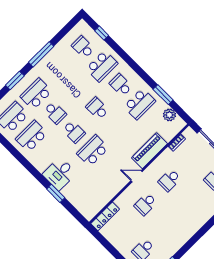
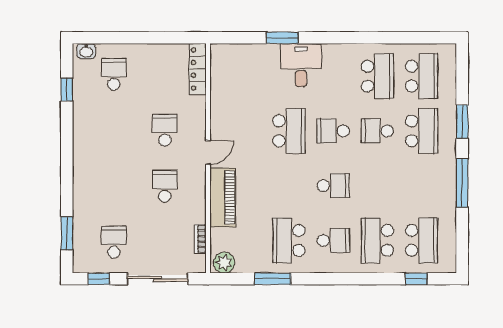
school desk: (83, 47) -> (422, 240), width x1.85
plant: (169, 115) -> (224, 263), moved

